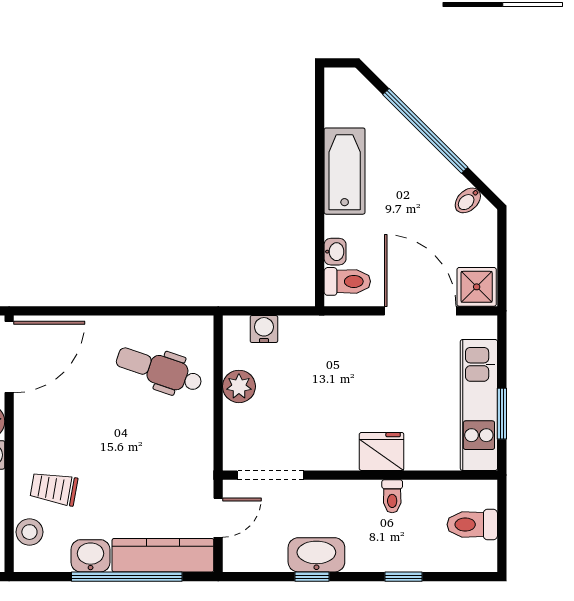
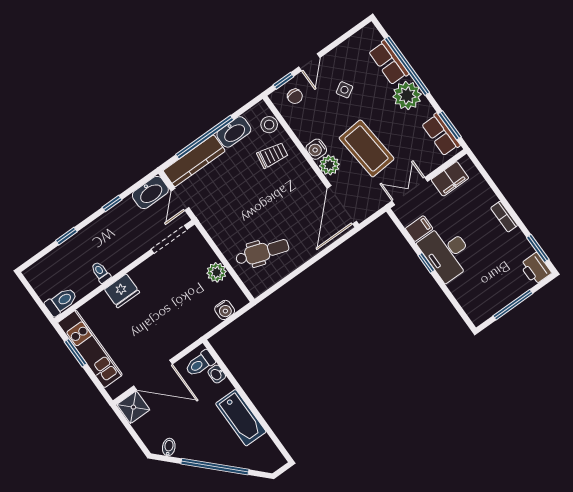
toilet: (472, 525) -> (61, 302), moved
washbasin: (316, 555) -> (150, 192), moved
washbasin: (91, 556) -> (234, 132), width x1.38

